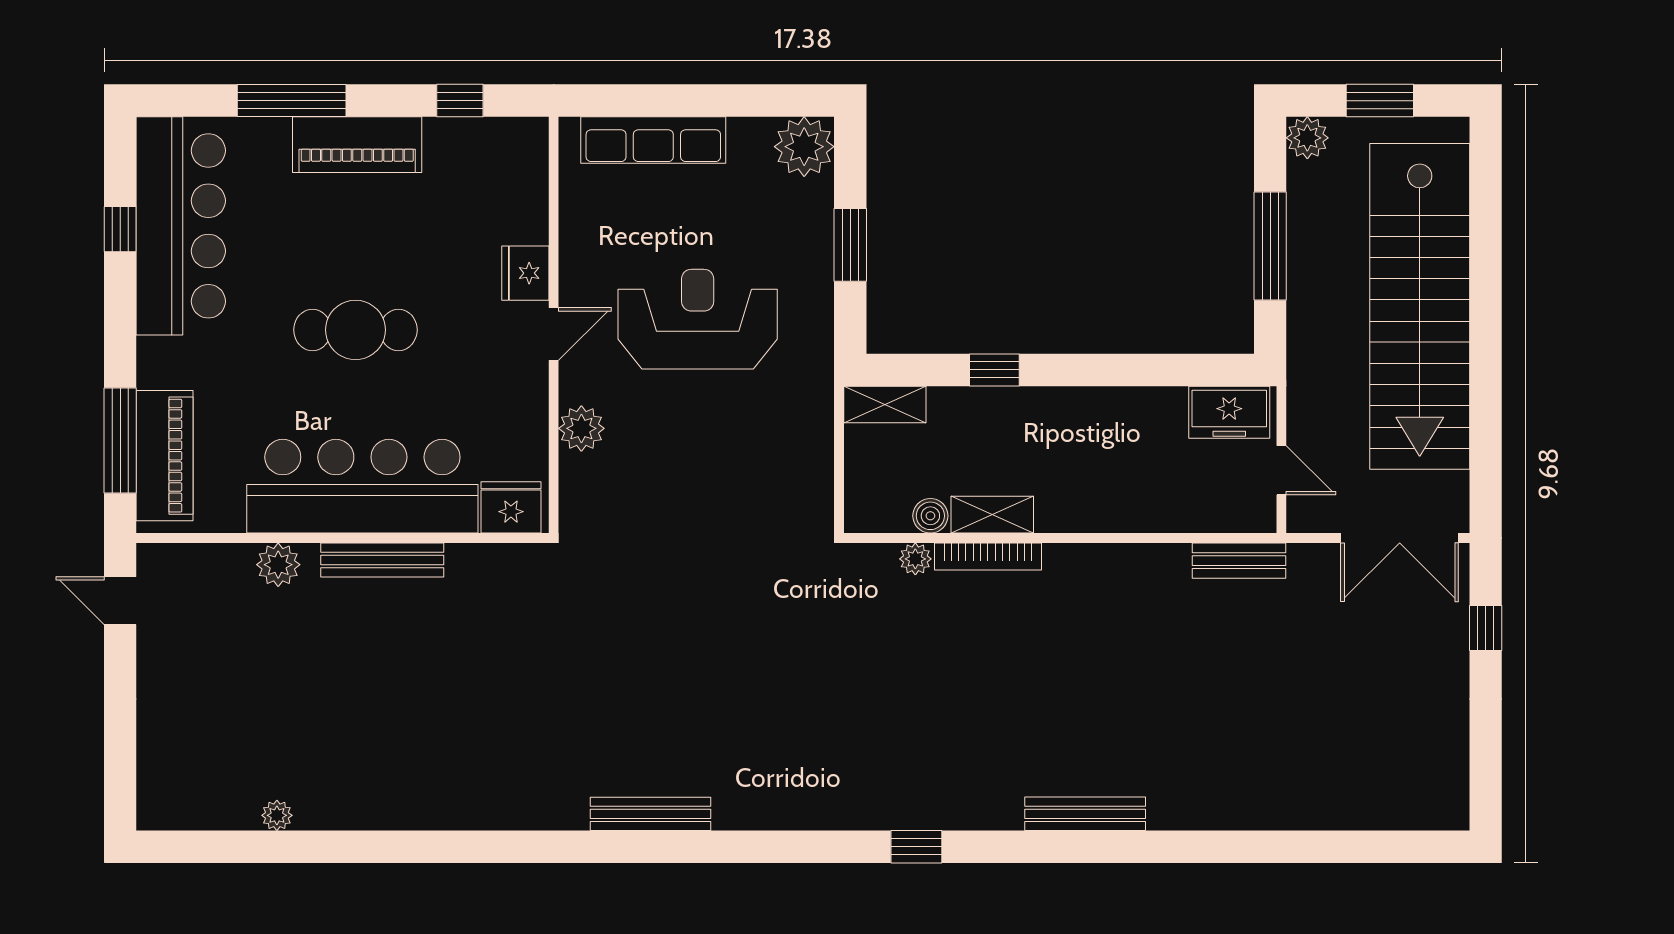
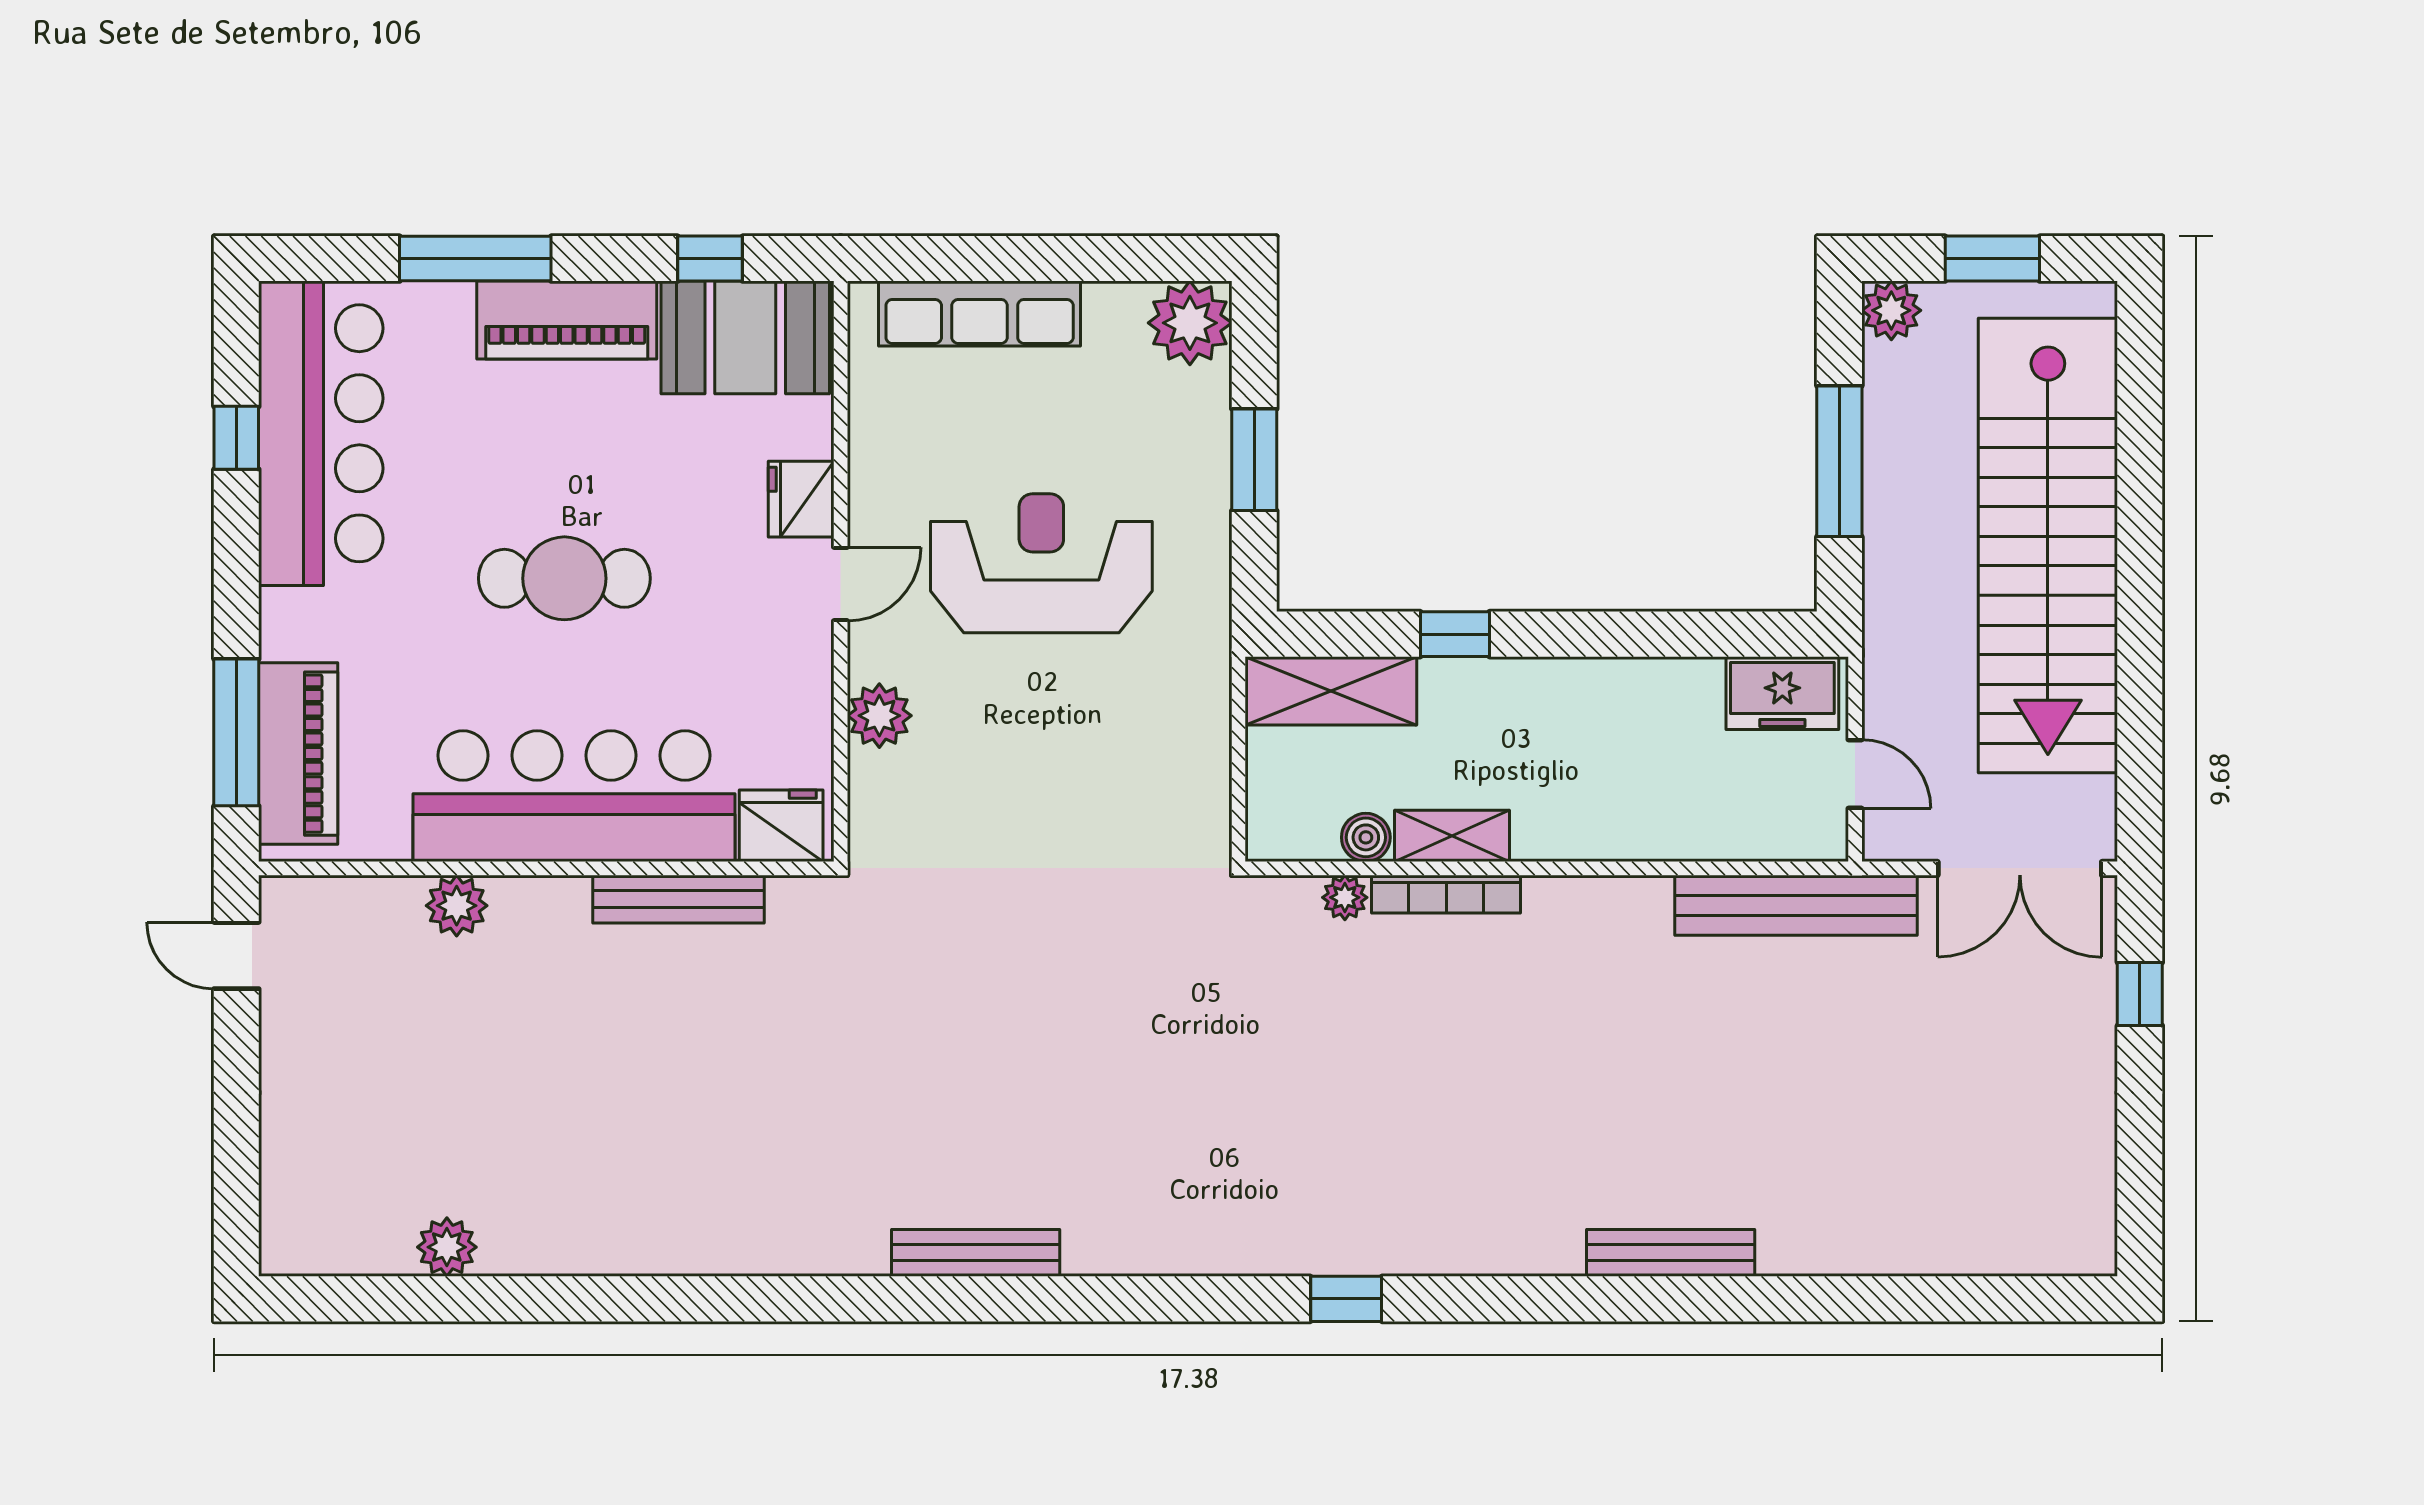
booth: (485, 157) -> (745, 337), added
shelving: (885, 404) -> (1331, 691), width x1.50, depth x1.33
bench: (382, 560) -> (679, 899), moved
bench: (1239, 561) -> (1796, 905), width x1.86, depth x1.21
bench: (1085, 814) -> (1671, 1253), moved
plant: (277, 815) -> (447, 1247), width x1.38, depth x1.38

